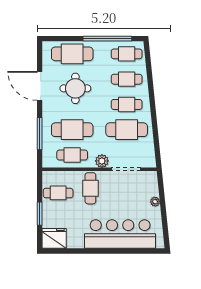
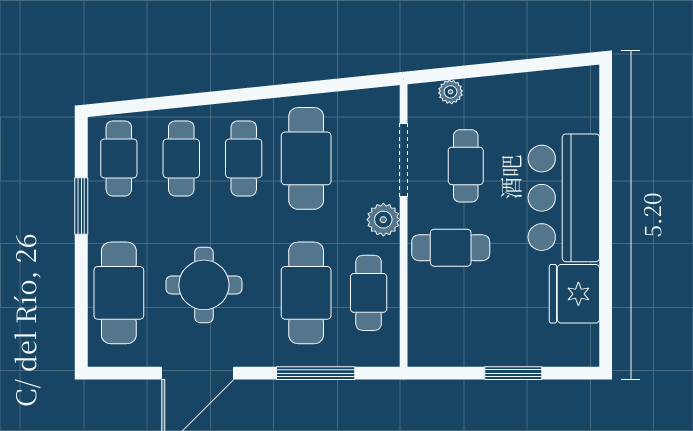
window: (107, 39) -> (81, 206), width x0.47
cafe table: (58, 193) -> (466, 166), moved
plant: (155, 202) -> (451, 92), moved
bar counter: (120, 234) -> (564, 198), width x0.73
fridge: (54, 238) -> (574, 294), moved

